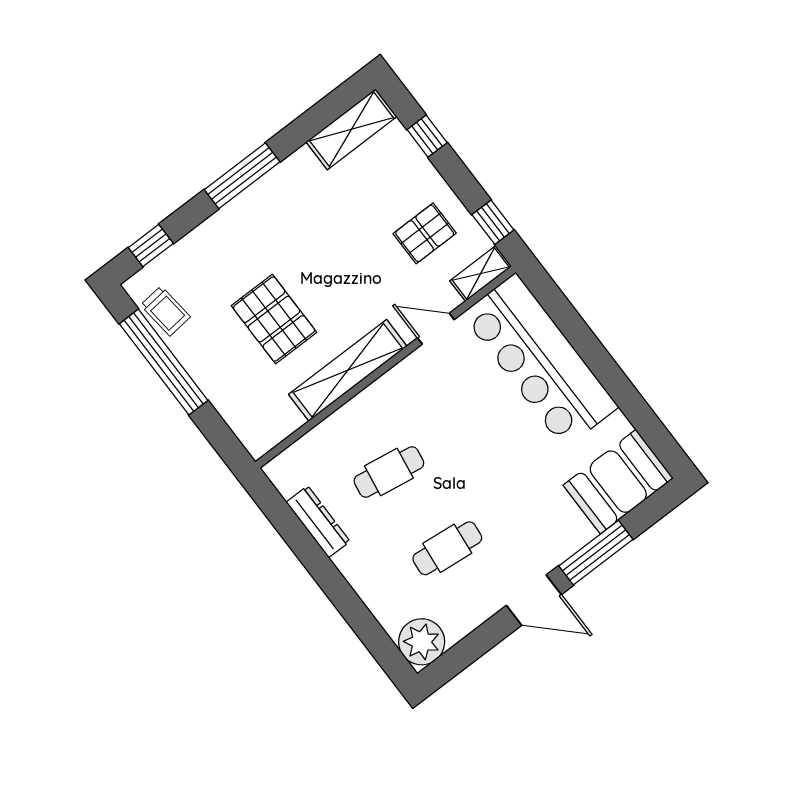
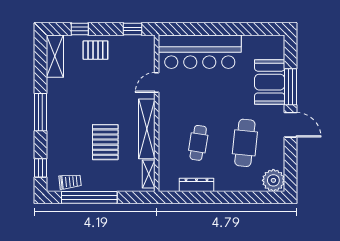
pallet: (425, 233) -> (95, 50), moved, turned 90
shelving: (481, 274) -> (149, 174), moved
pallet: (274, 319) -> (105, 142), turned 90
booth: (618, 482) -> (270, 82), moved
cafe table: (447, 548) -> (245, 143), width x1.37, depth x1.35
door: (534, 600) -> (290, 125), hinge flipped

